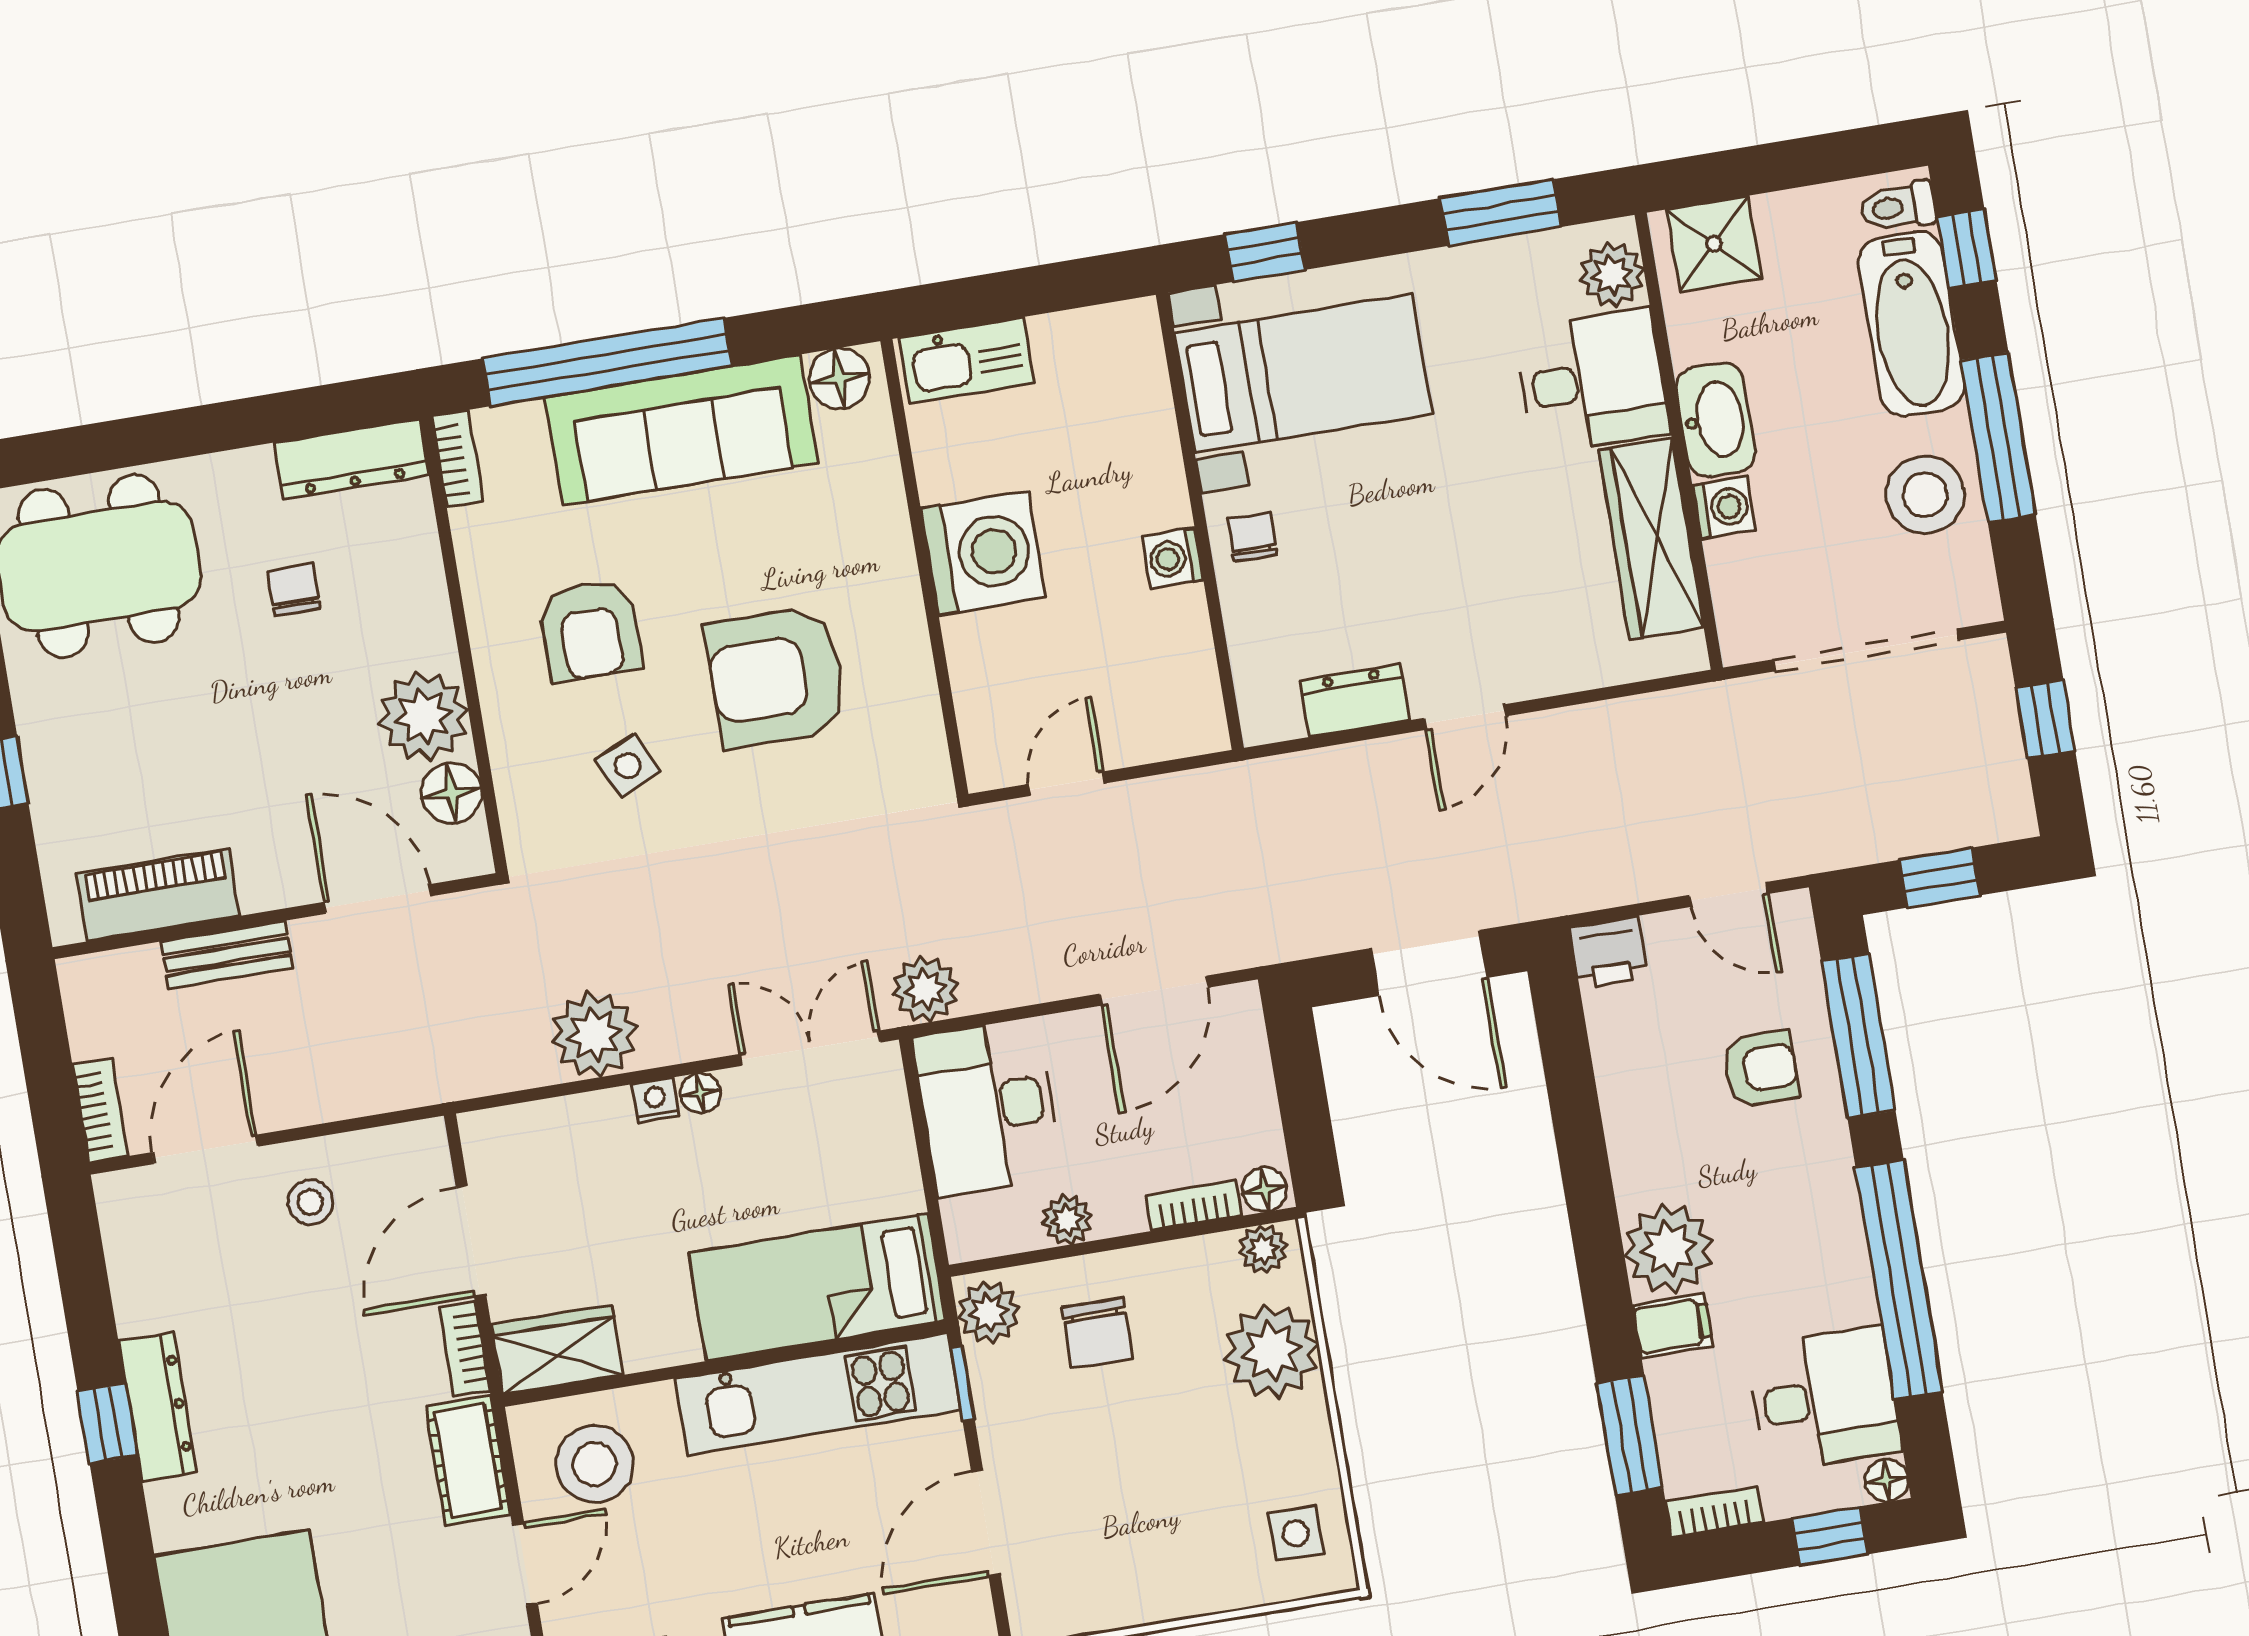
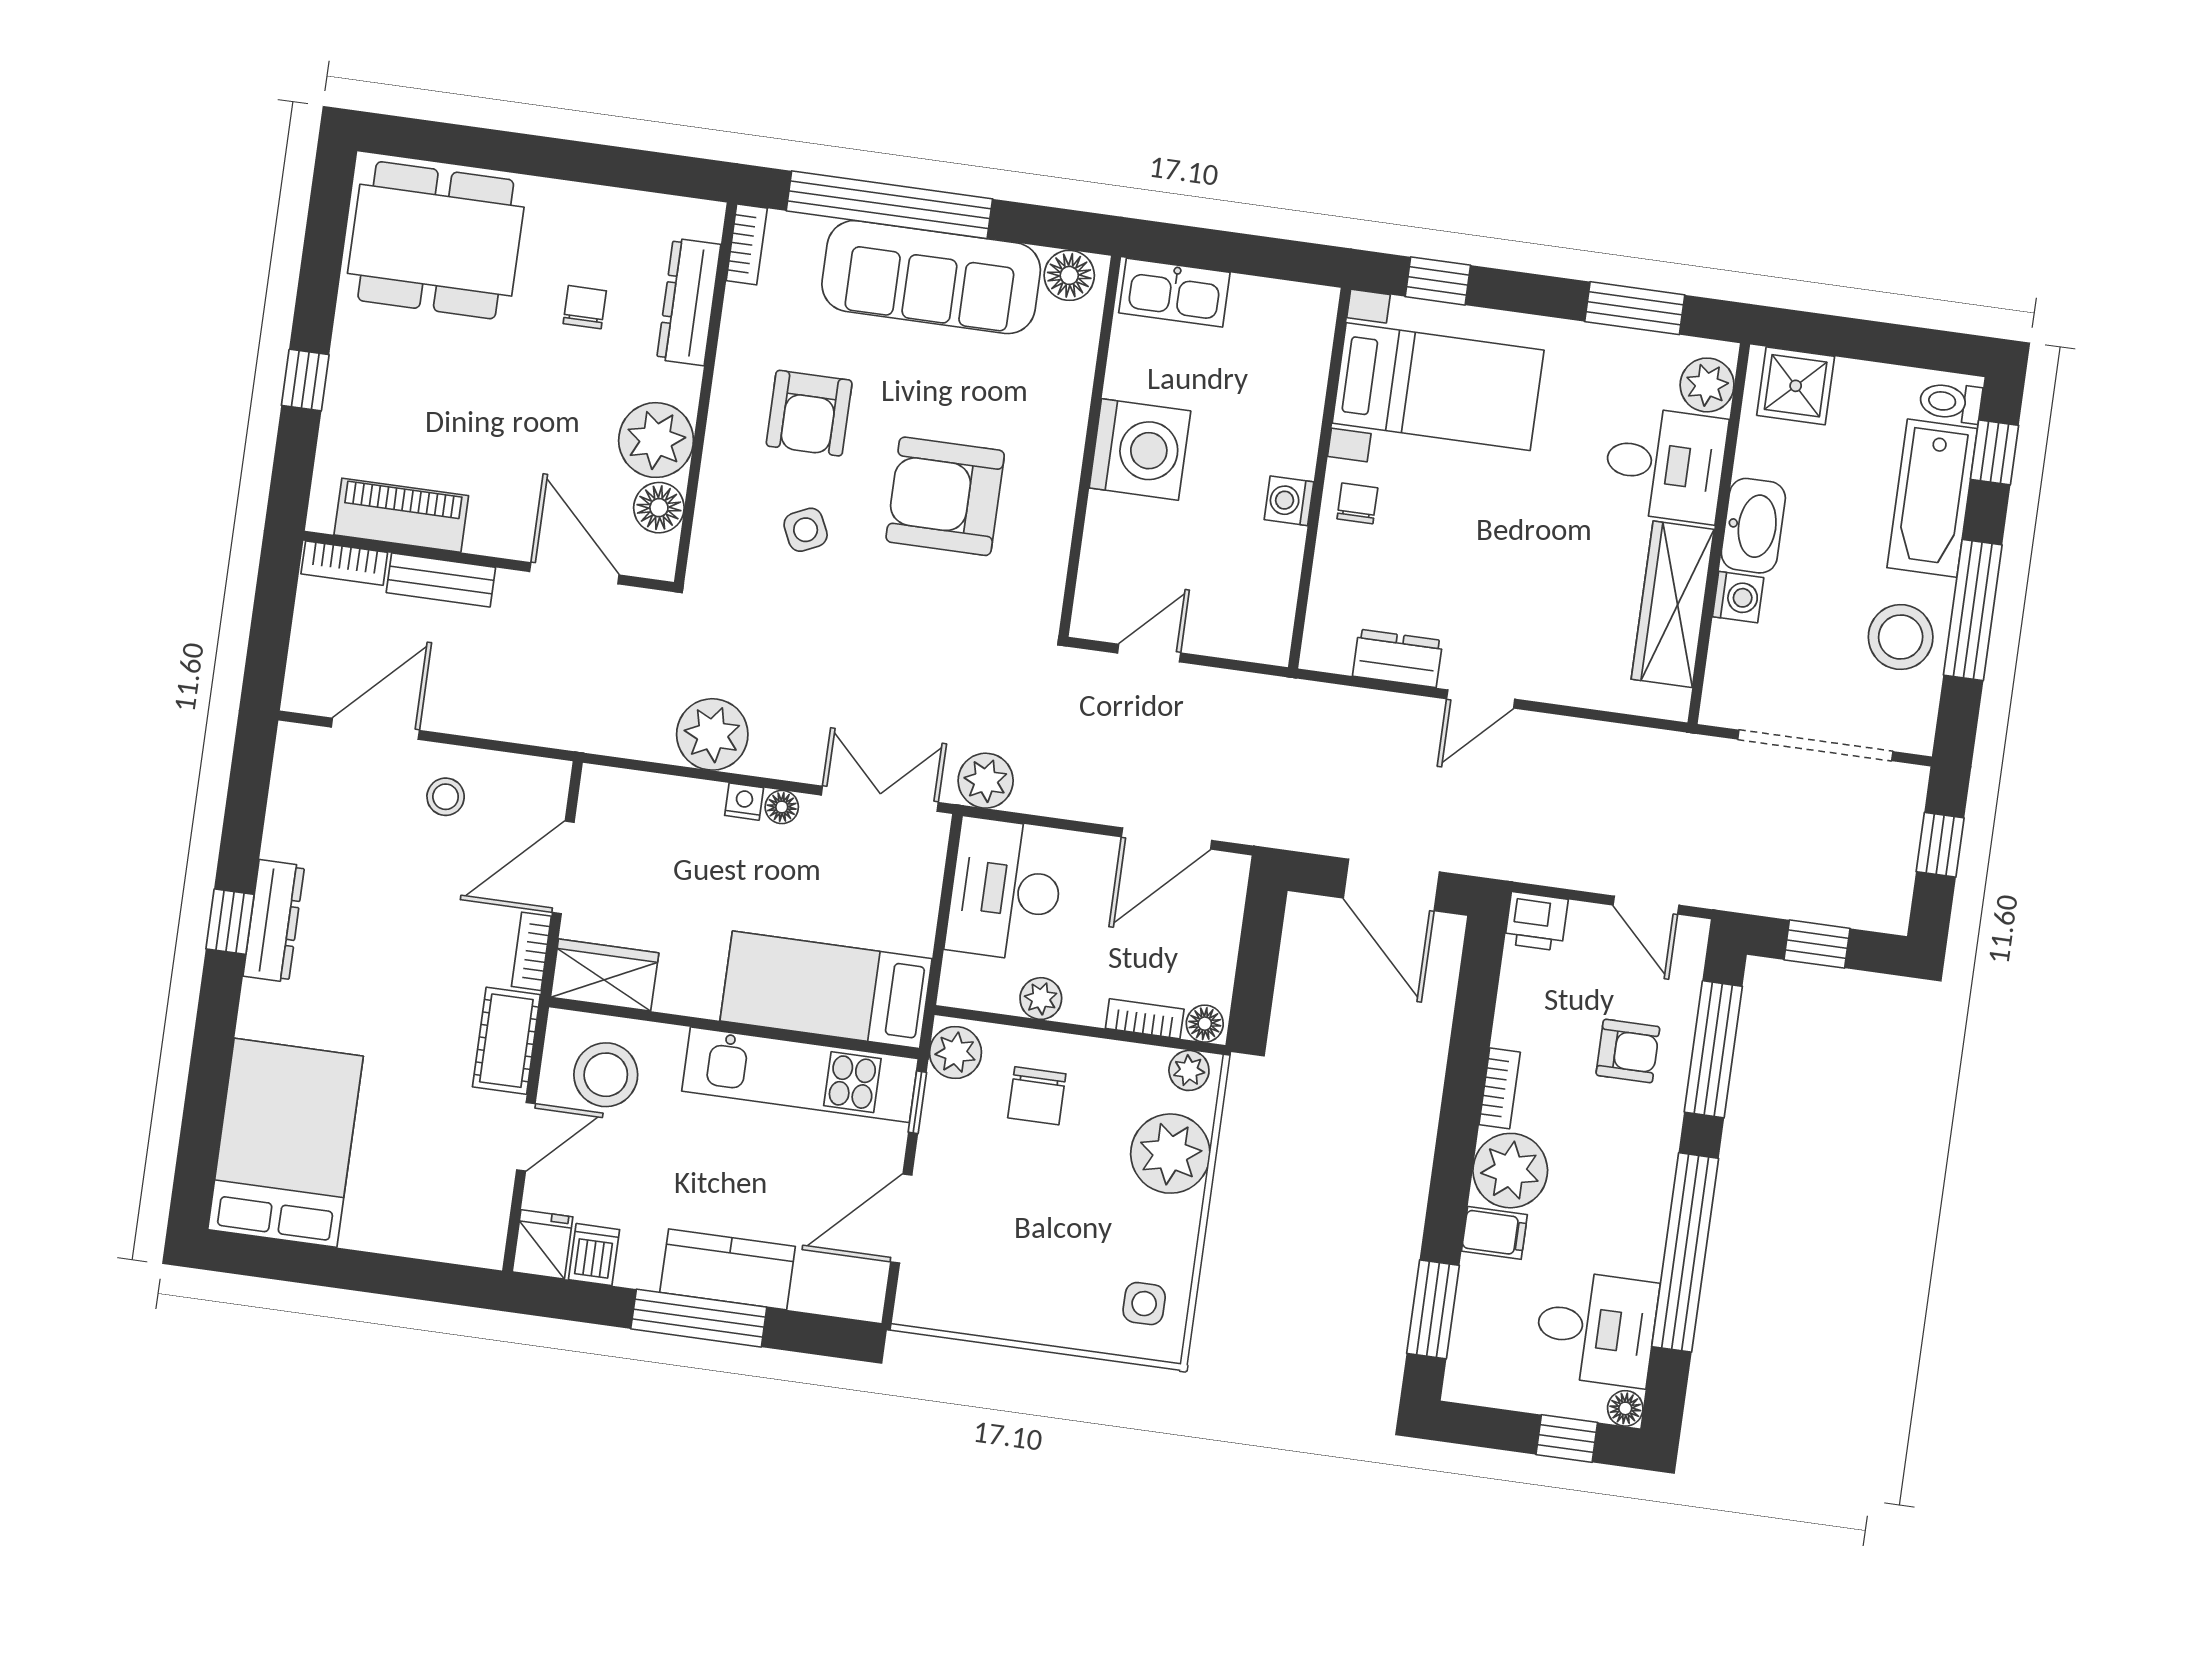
dresser: (351, 459) -> (689, 302), moved, turned 90
bookcase: (100, 1110) -> (344, 563), moved, turned 90
bookcase: (1714, 1512) -> (1500, 1088), moved, turned 90

